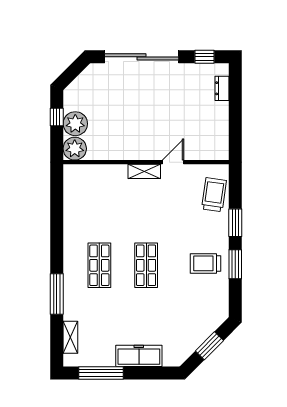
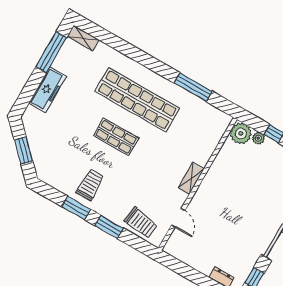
plant: (75, 124) -> (258, 138), width x0.53, depth x0.53
door: (173, 162) -> (178, 218), moved
shop shelf: (99, 265) -> (137, 100), width x2.00, depth x1.36
window: (57, 294) -> (193, 87), moved
shelving: (70, 337) -> (83, 38), moved

